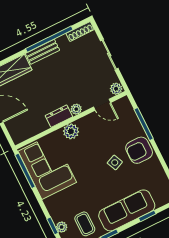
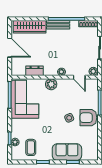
dresser: (59, 116) -> (35, 71), moved
sofa: (127, 210) -> (67, 152), width x0.73

